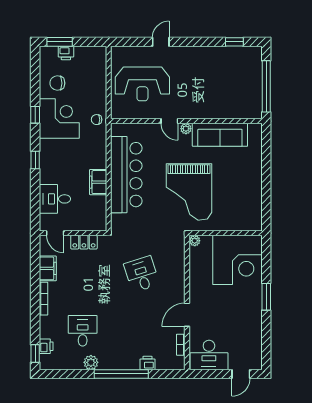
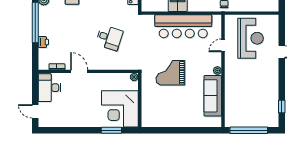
reception desk: (142, 84) -> (251, 38), turned 180
door: (169, 121) -> (223, 45), moved
grand piano: (189, 192) -> (170, 73), width x0.73, depth x0.68
desk: (142, 274) -> (109, 38), turned 36
window: (266, 297) -> (111, 130), moved

